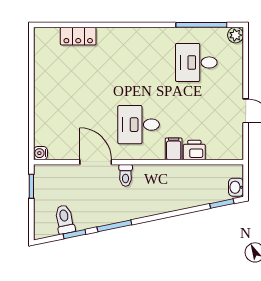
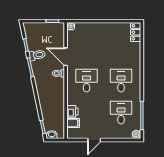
locker: (78, 36) -> (136, 32), moved
desk: (139, 62) -> (121, 81), added
filing cabinet: (174, 149) -> (73, 123), moved
door: (96, 162) -> (66, 57), swing flipped
toilet: (65, 219) -> (37, 55), moved

